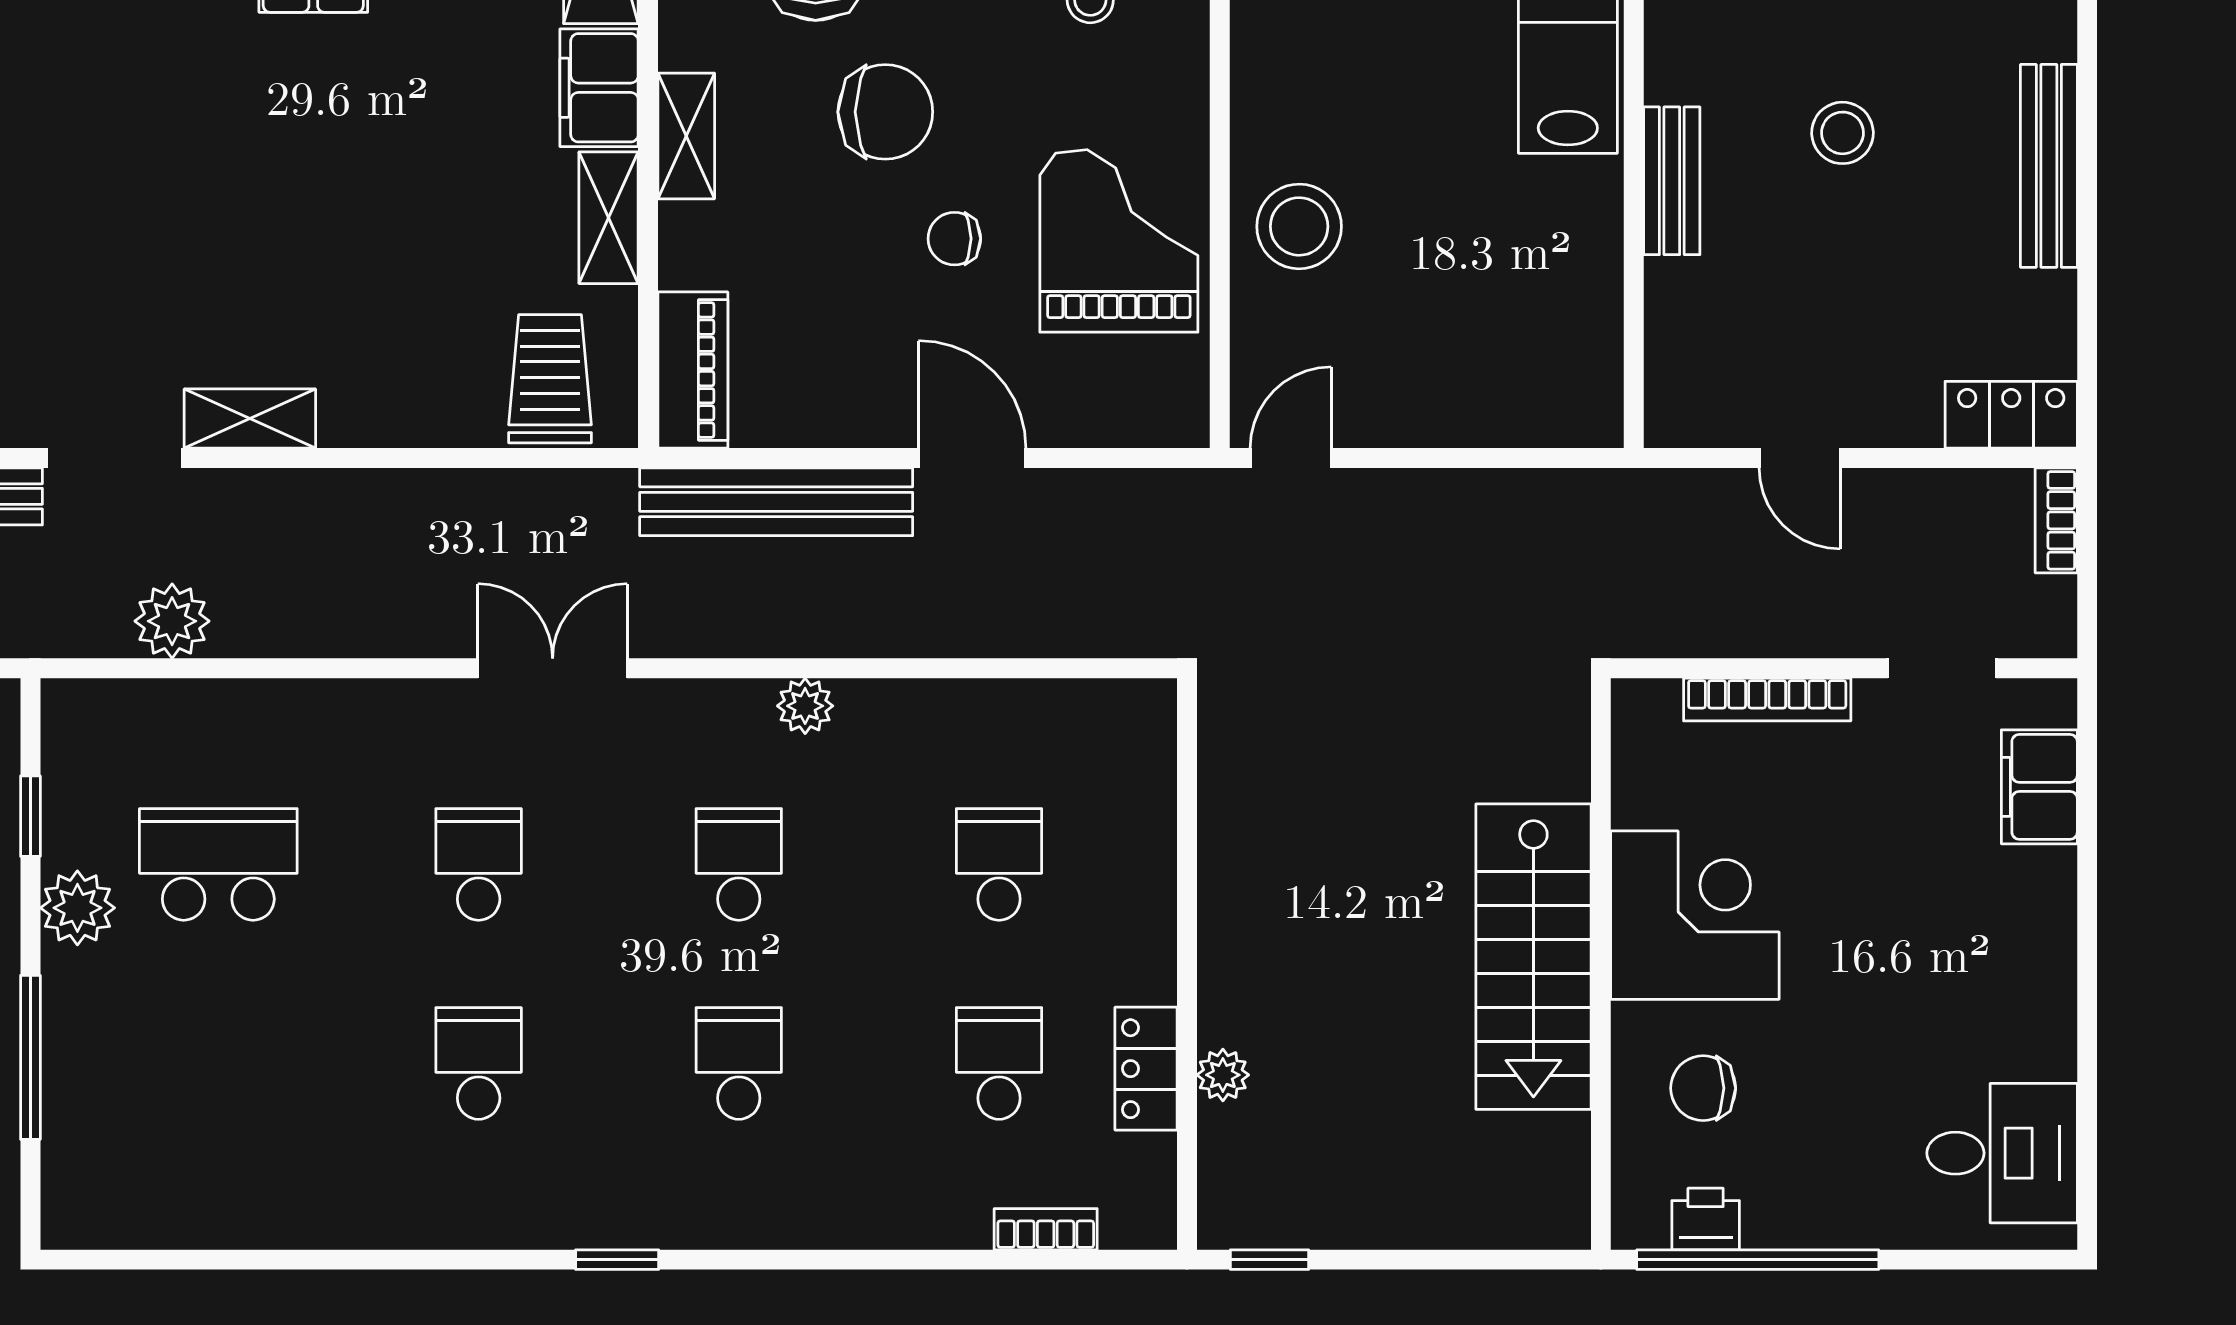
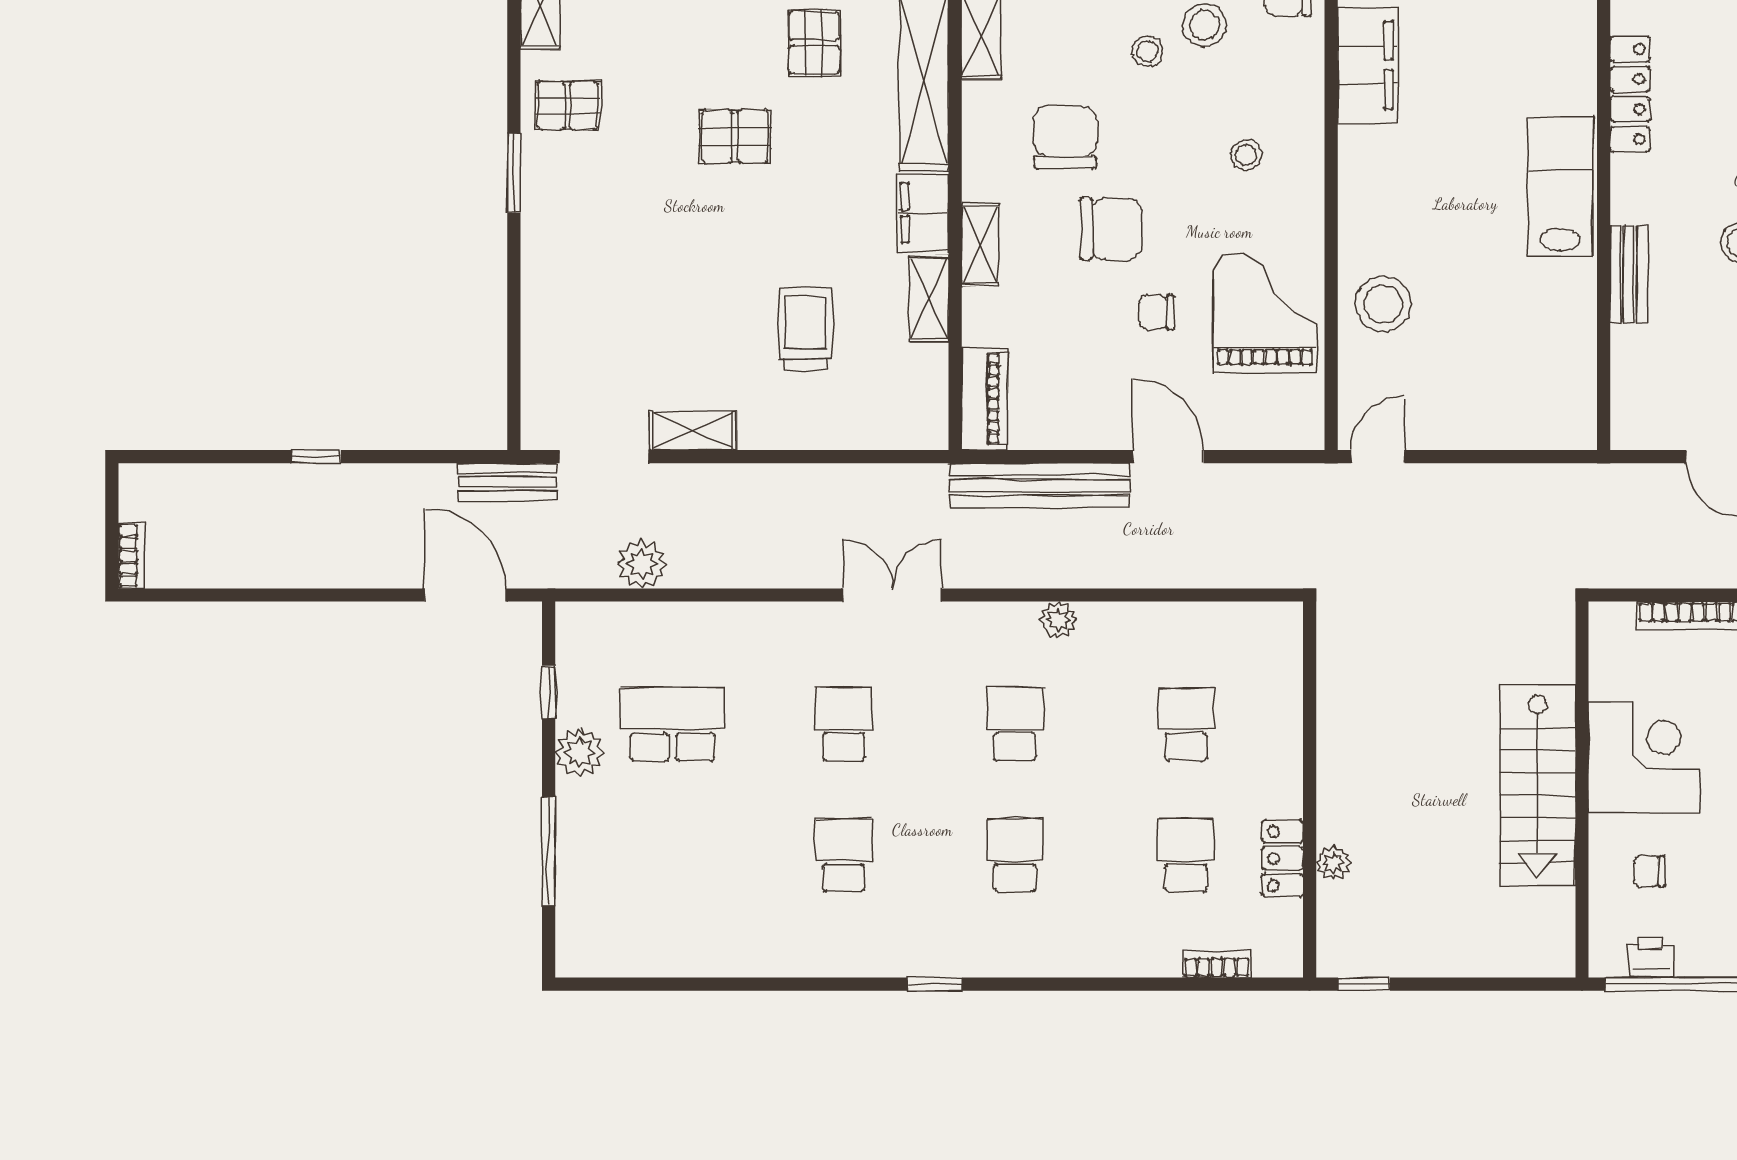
trolley: (550, 379) -> (805, 329), moved
chair: (1703, 1088) -> (1649, 871), width x0.73, depth x0.73

